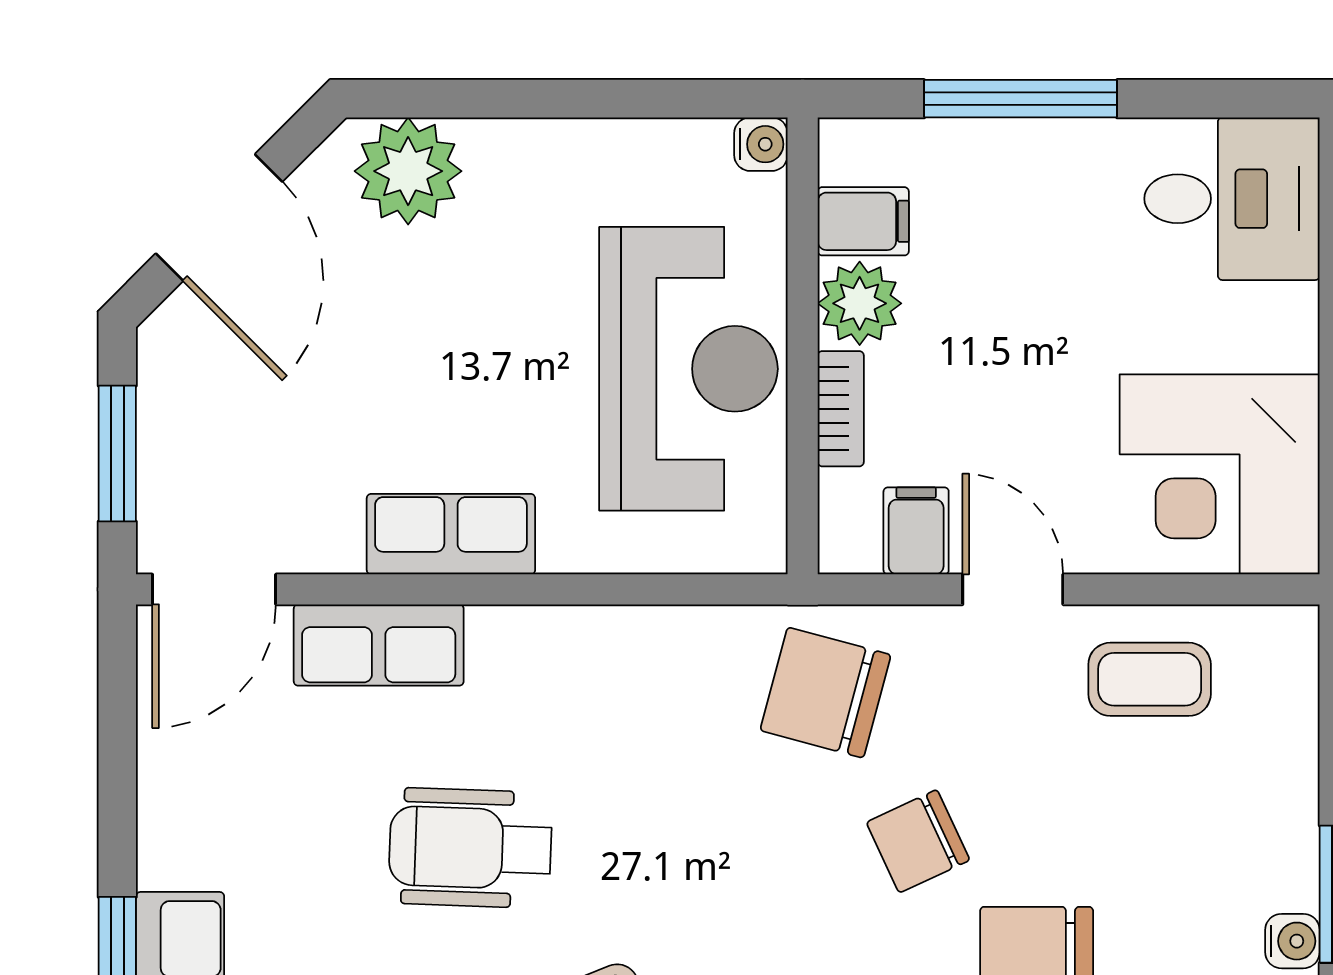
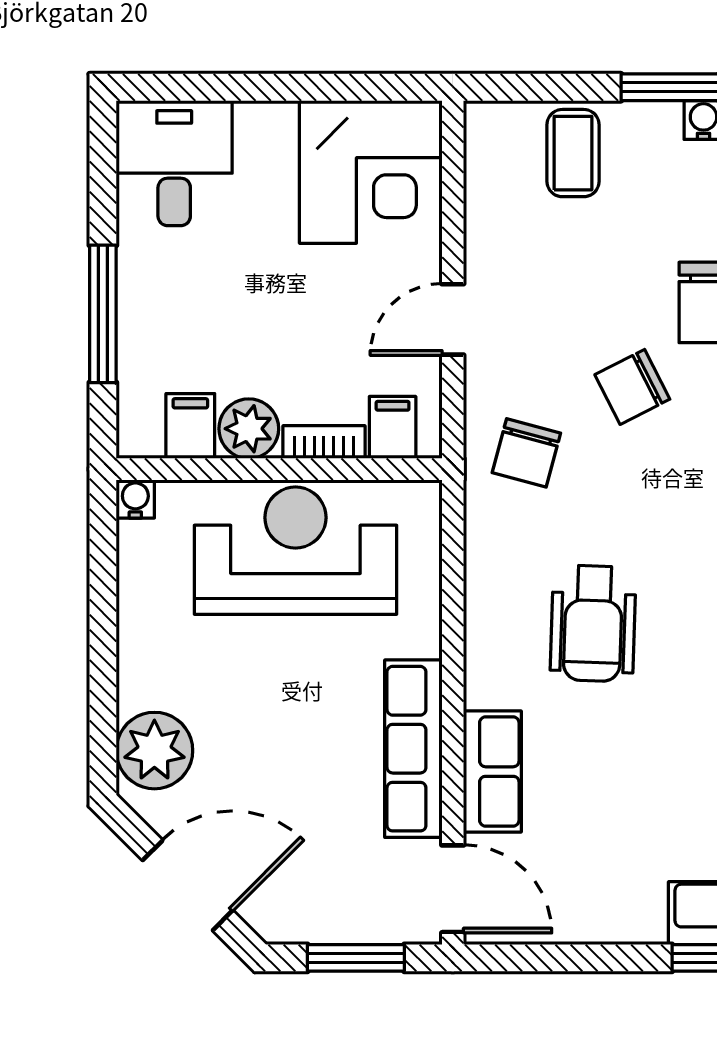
filing cabinet: (916, 531) -> (393, 427), moved, turned 90
row of seats: (451, 534) -> (413, 749), width x1.48
coffee table: (1150, 679) -> (573, 153), moved
chair: (825, 693) -> (526, 453), width x0.73, depth x0.73
chair: (918, 841) -> (632, 387), turned 88
wheelchair: (470, 848) -> (593, 623), moved

